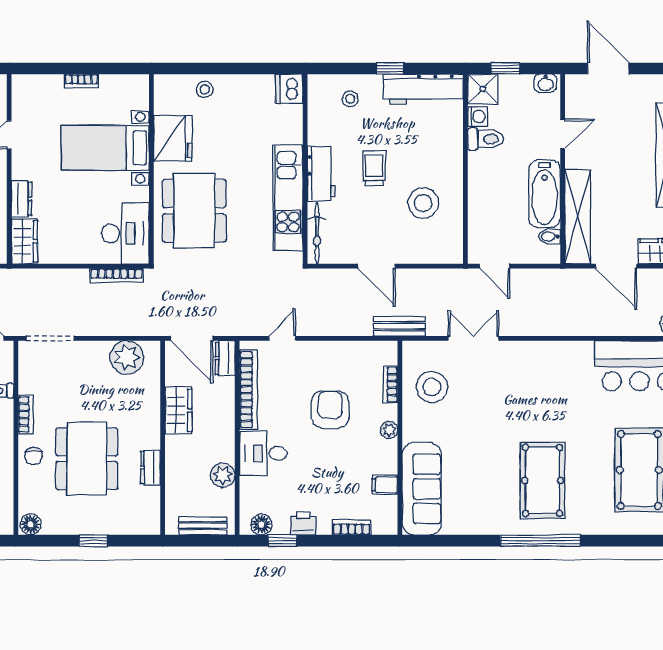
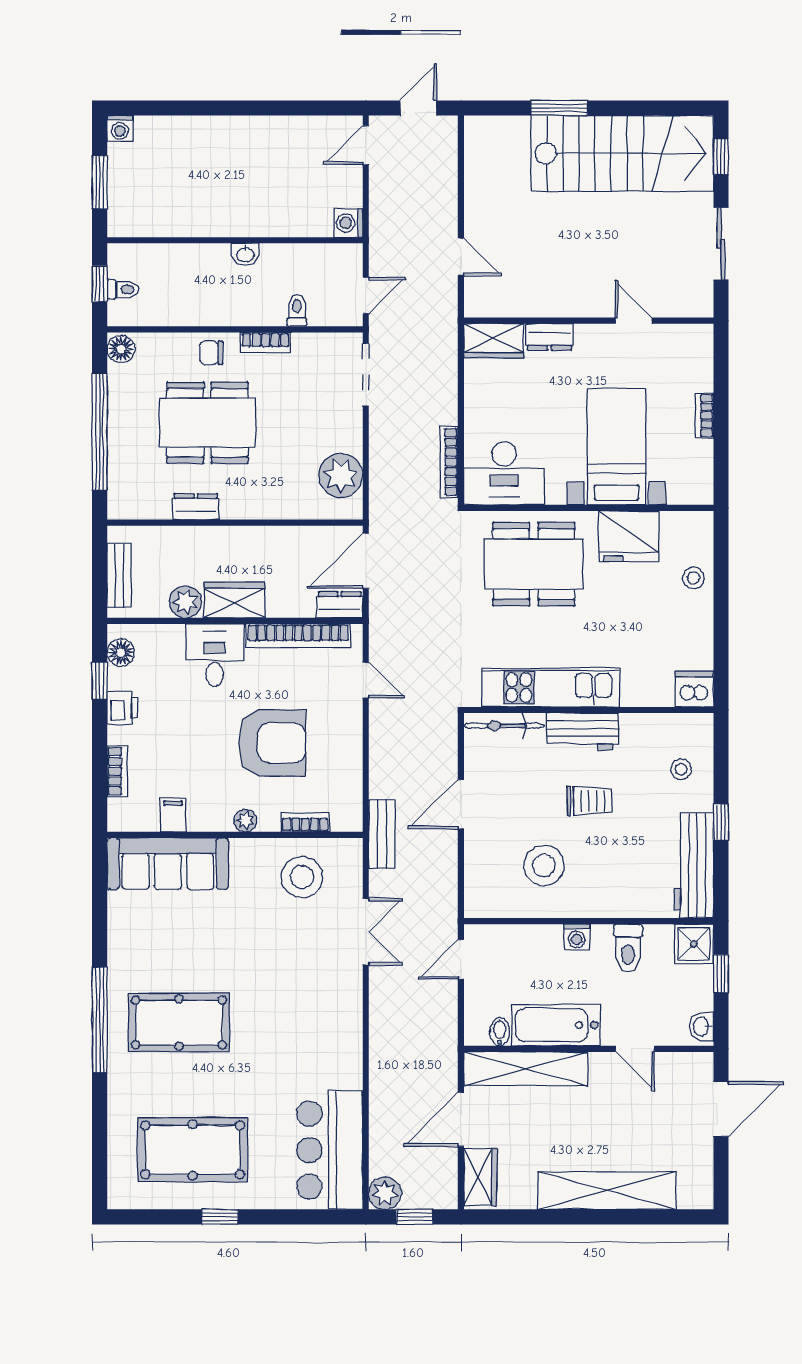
washing machine: (477, 116) -> (577, 937), moved
armchair: (330, 409) -> (272, 743), width x1.36, depth x1.36
wardrobe: (178, 410) -> (235, 600), moved, turned 180
window: (94, 541) -> (100, 432), width x3.17

